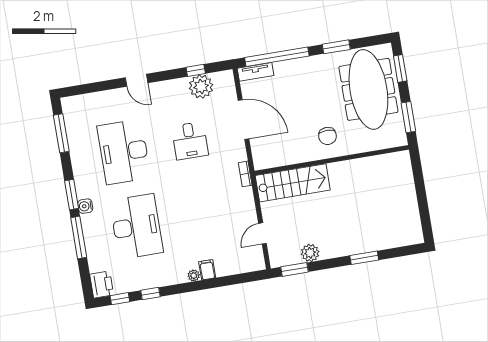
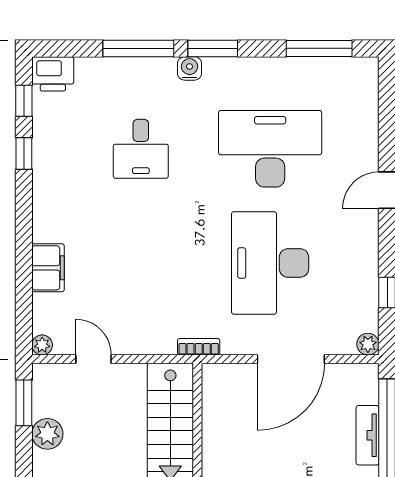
tv unit: (256, 72) -> (368, 435), moved
plant: (201, 87) -> (368, 344), moved, width x0.53, depth x0.53
desk: (190, 141) -> (270, 263), width x1.87, depth x1.30
desk: (136, 226) -> (141, 149), width x0.53, depth x0.77
filing cabinet: (207, 270) -> (48, 268), width x2.00
plant: (194, 275) -> (42, 345), moved

